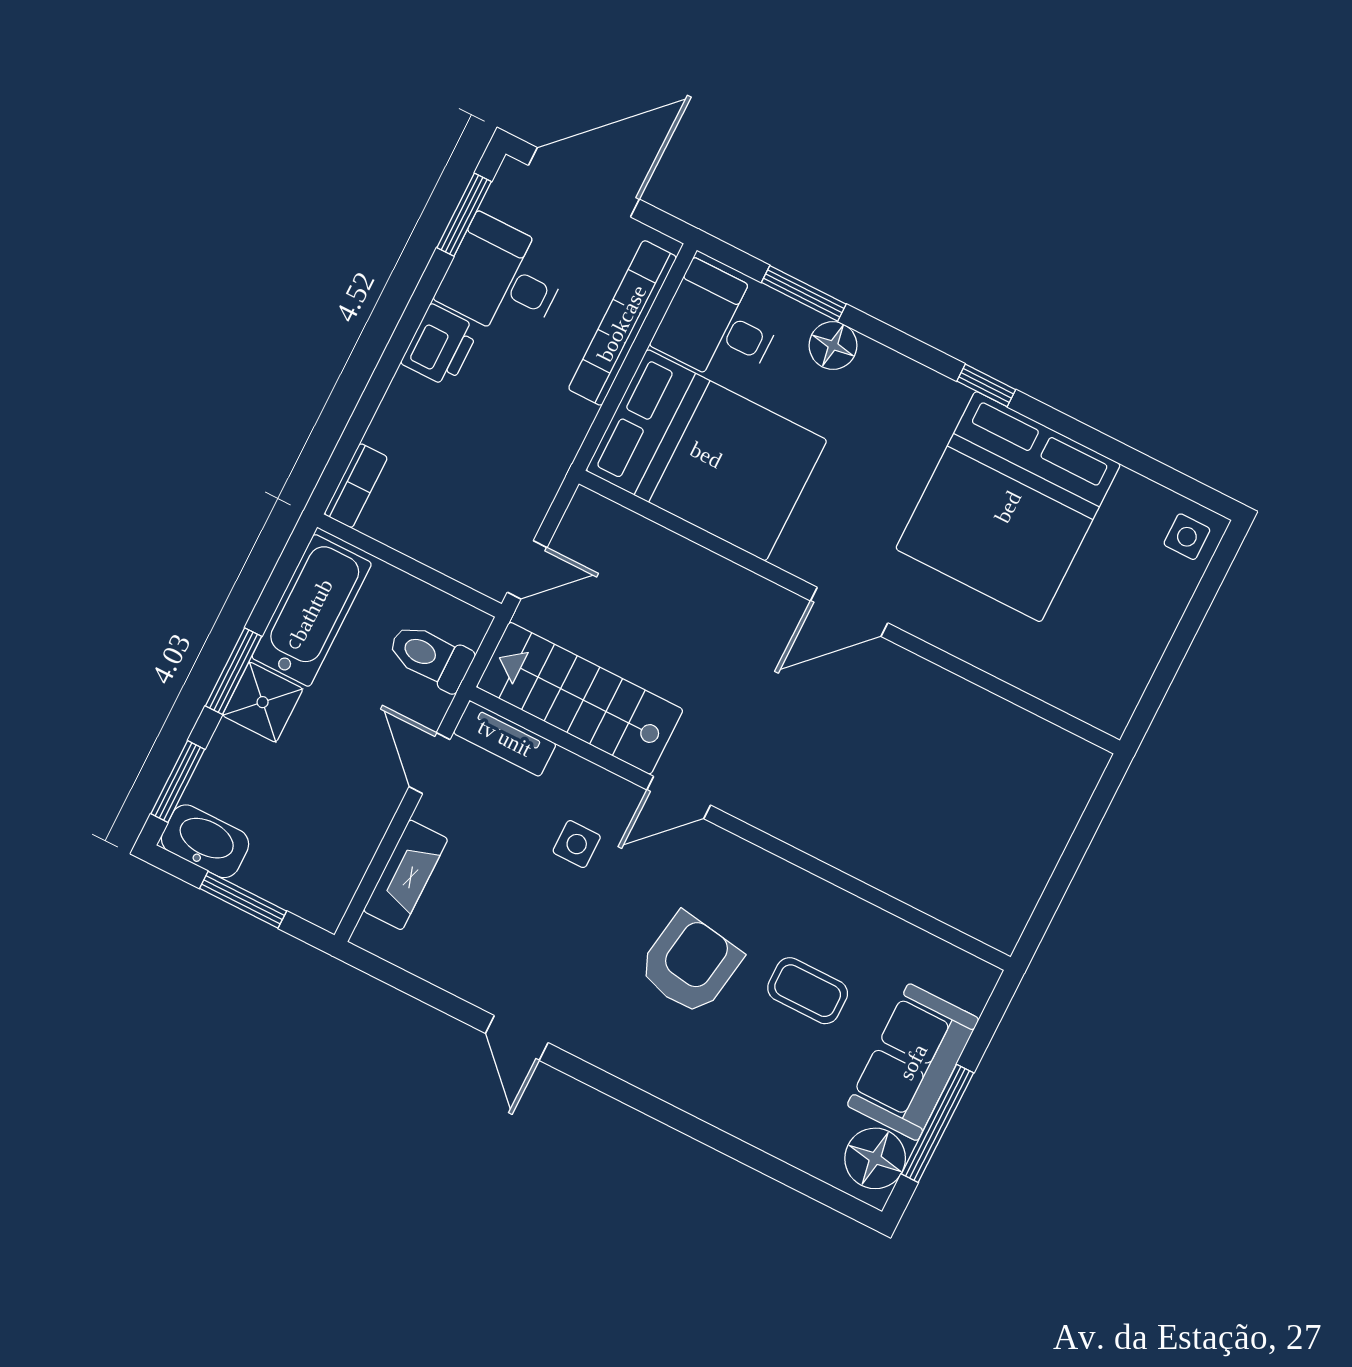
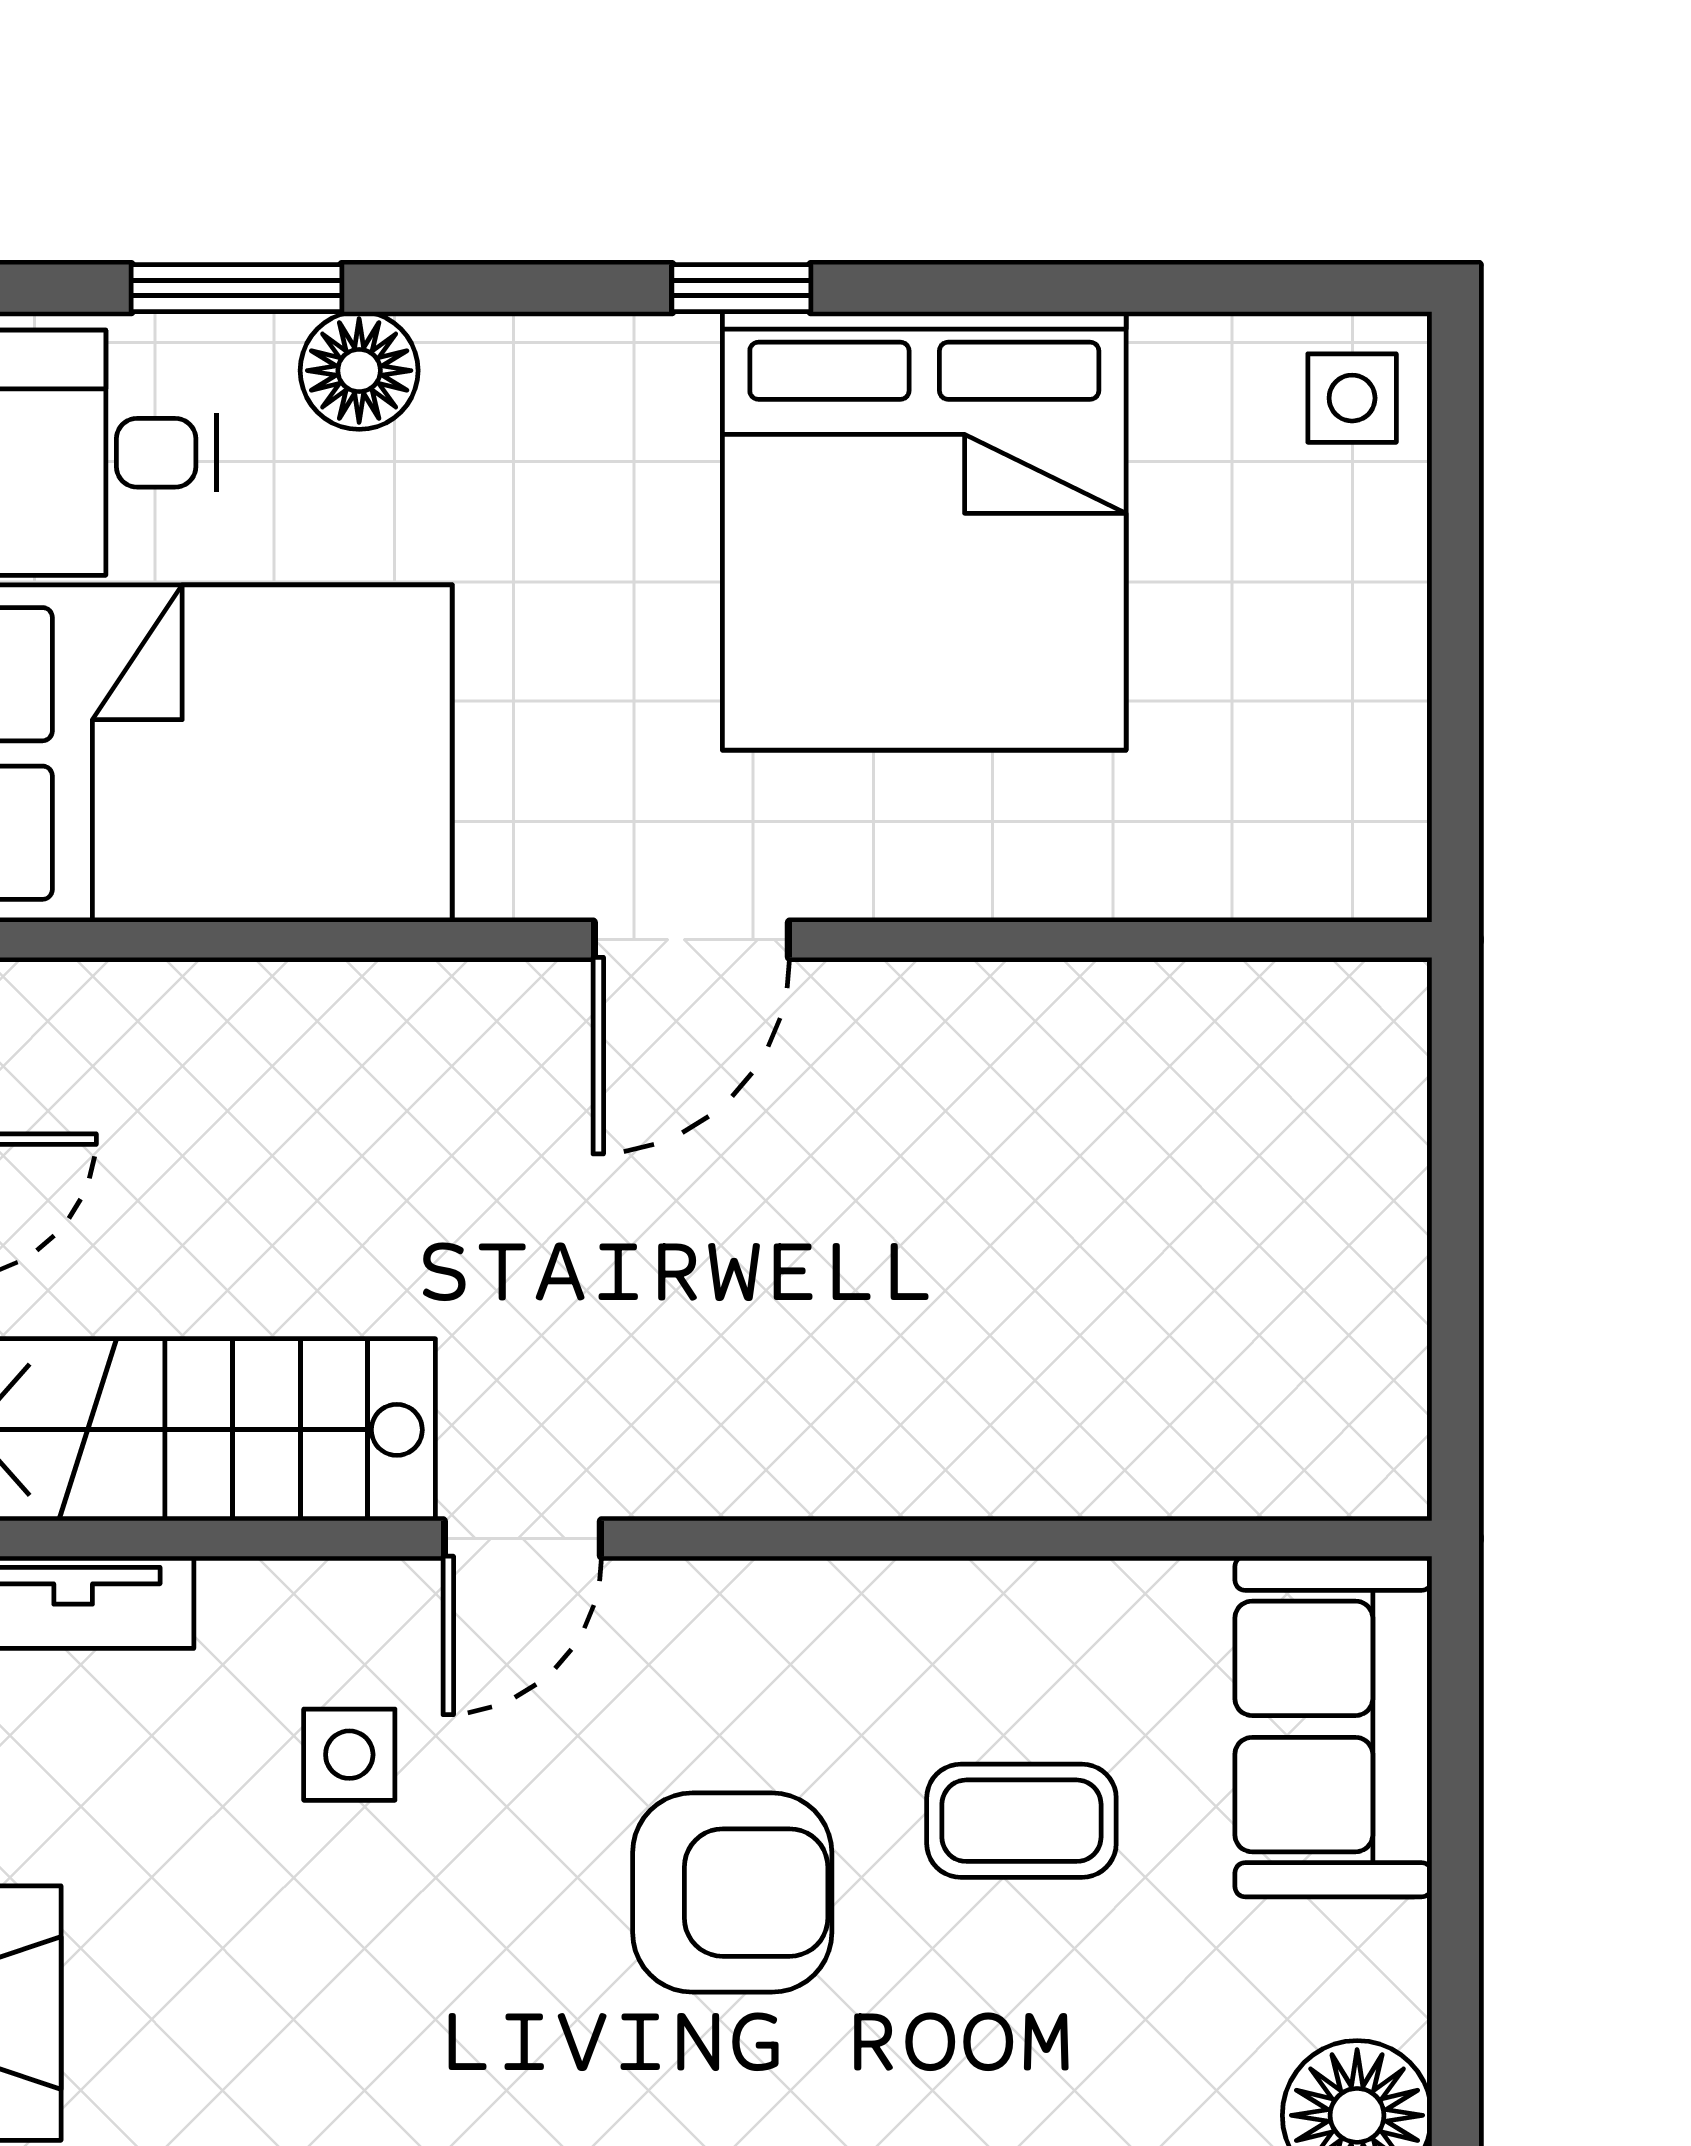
armchair: (690, 964) -> (732, 1893), turned 81
sofa: (913, 1062) -> (1333, 1726), moved
window: (937, 1123) -> (1455, 1969), removed

